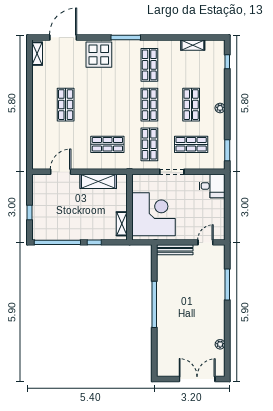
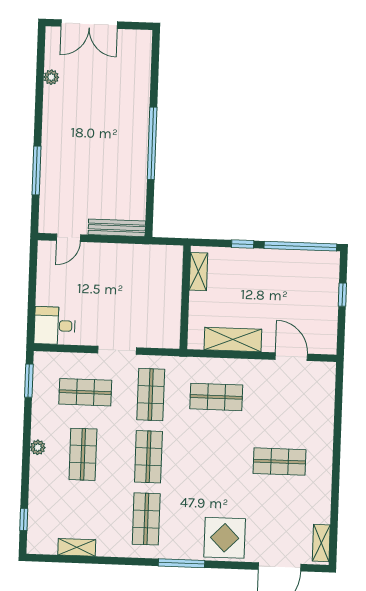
shop shelf: (66, 105) -> (279, 462), turned 90
door: (61, 172) -> (291, 357), swing flipped
corner desk: (154, 214) -> (148, 285), removed

